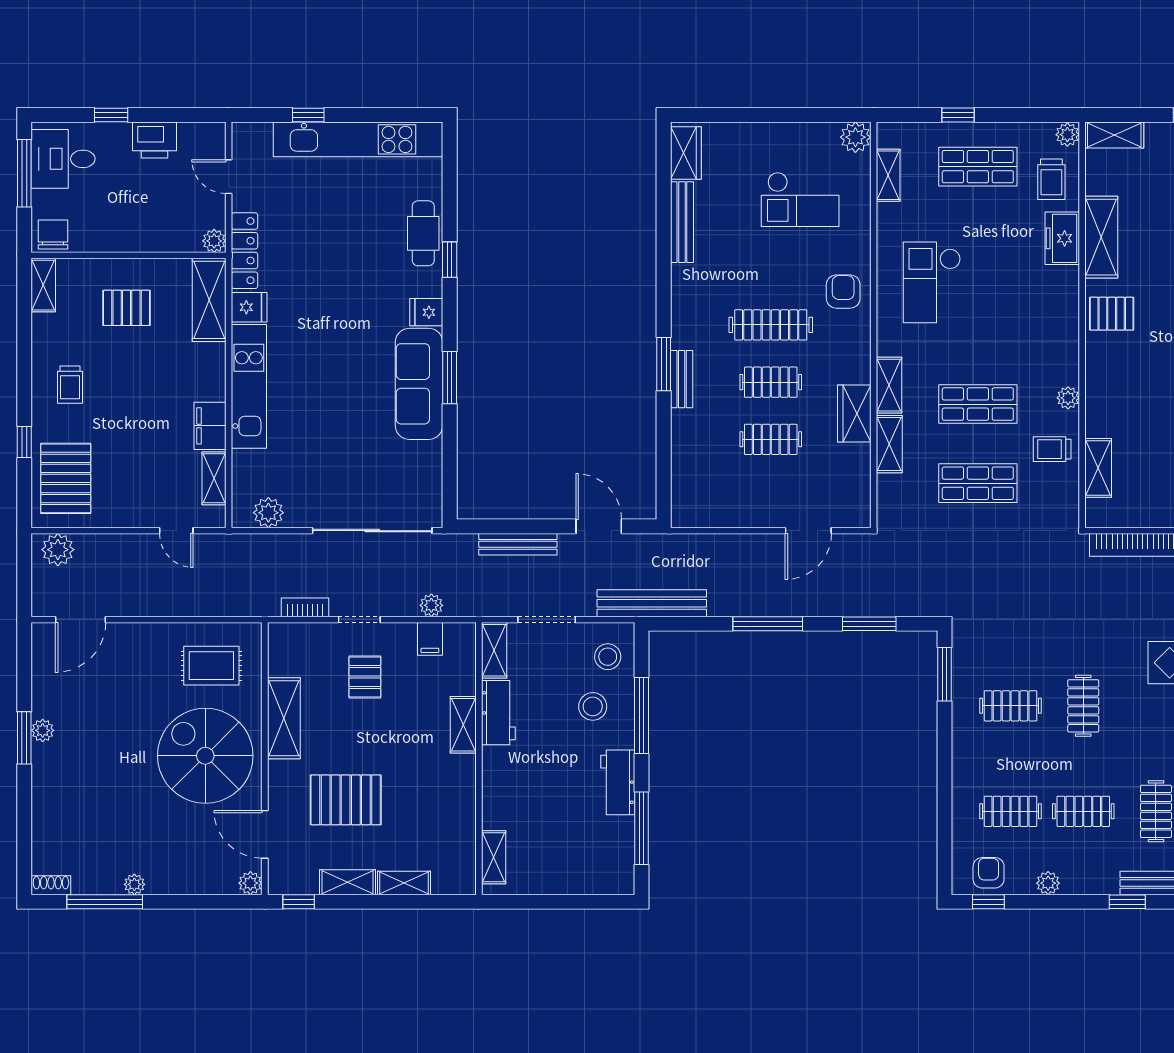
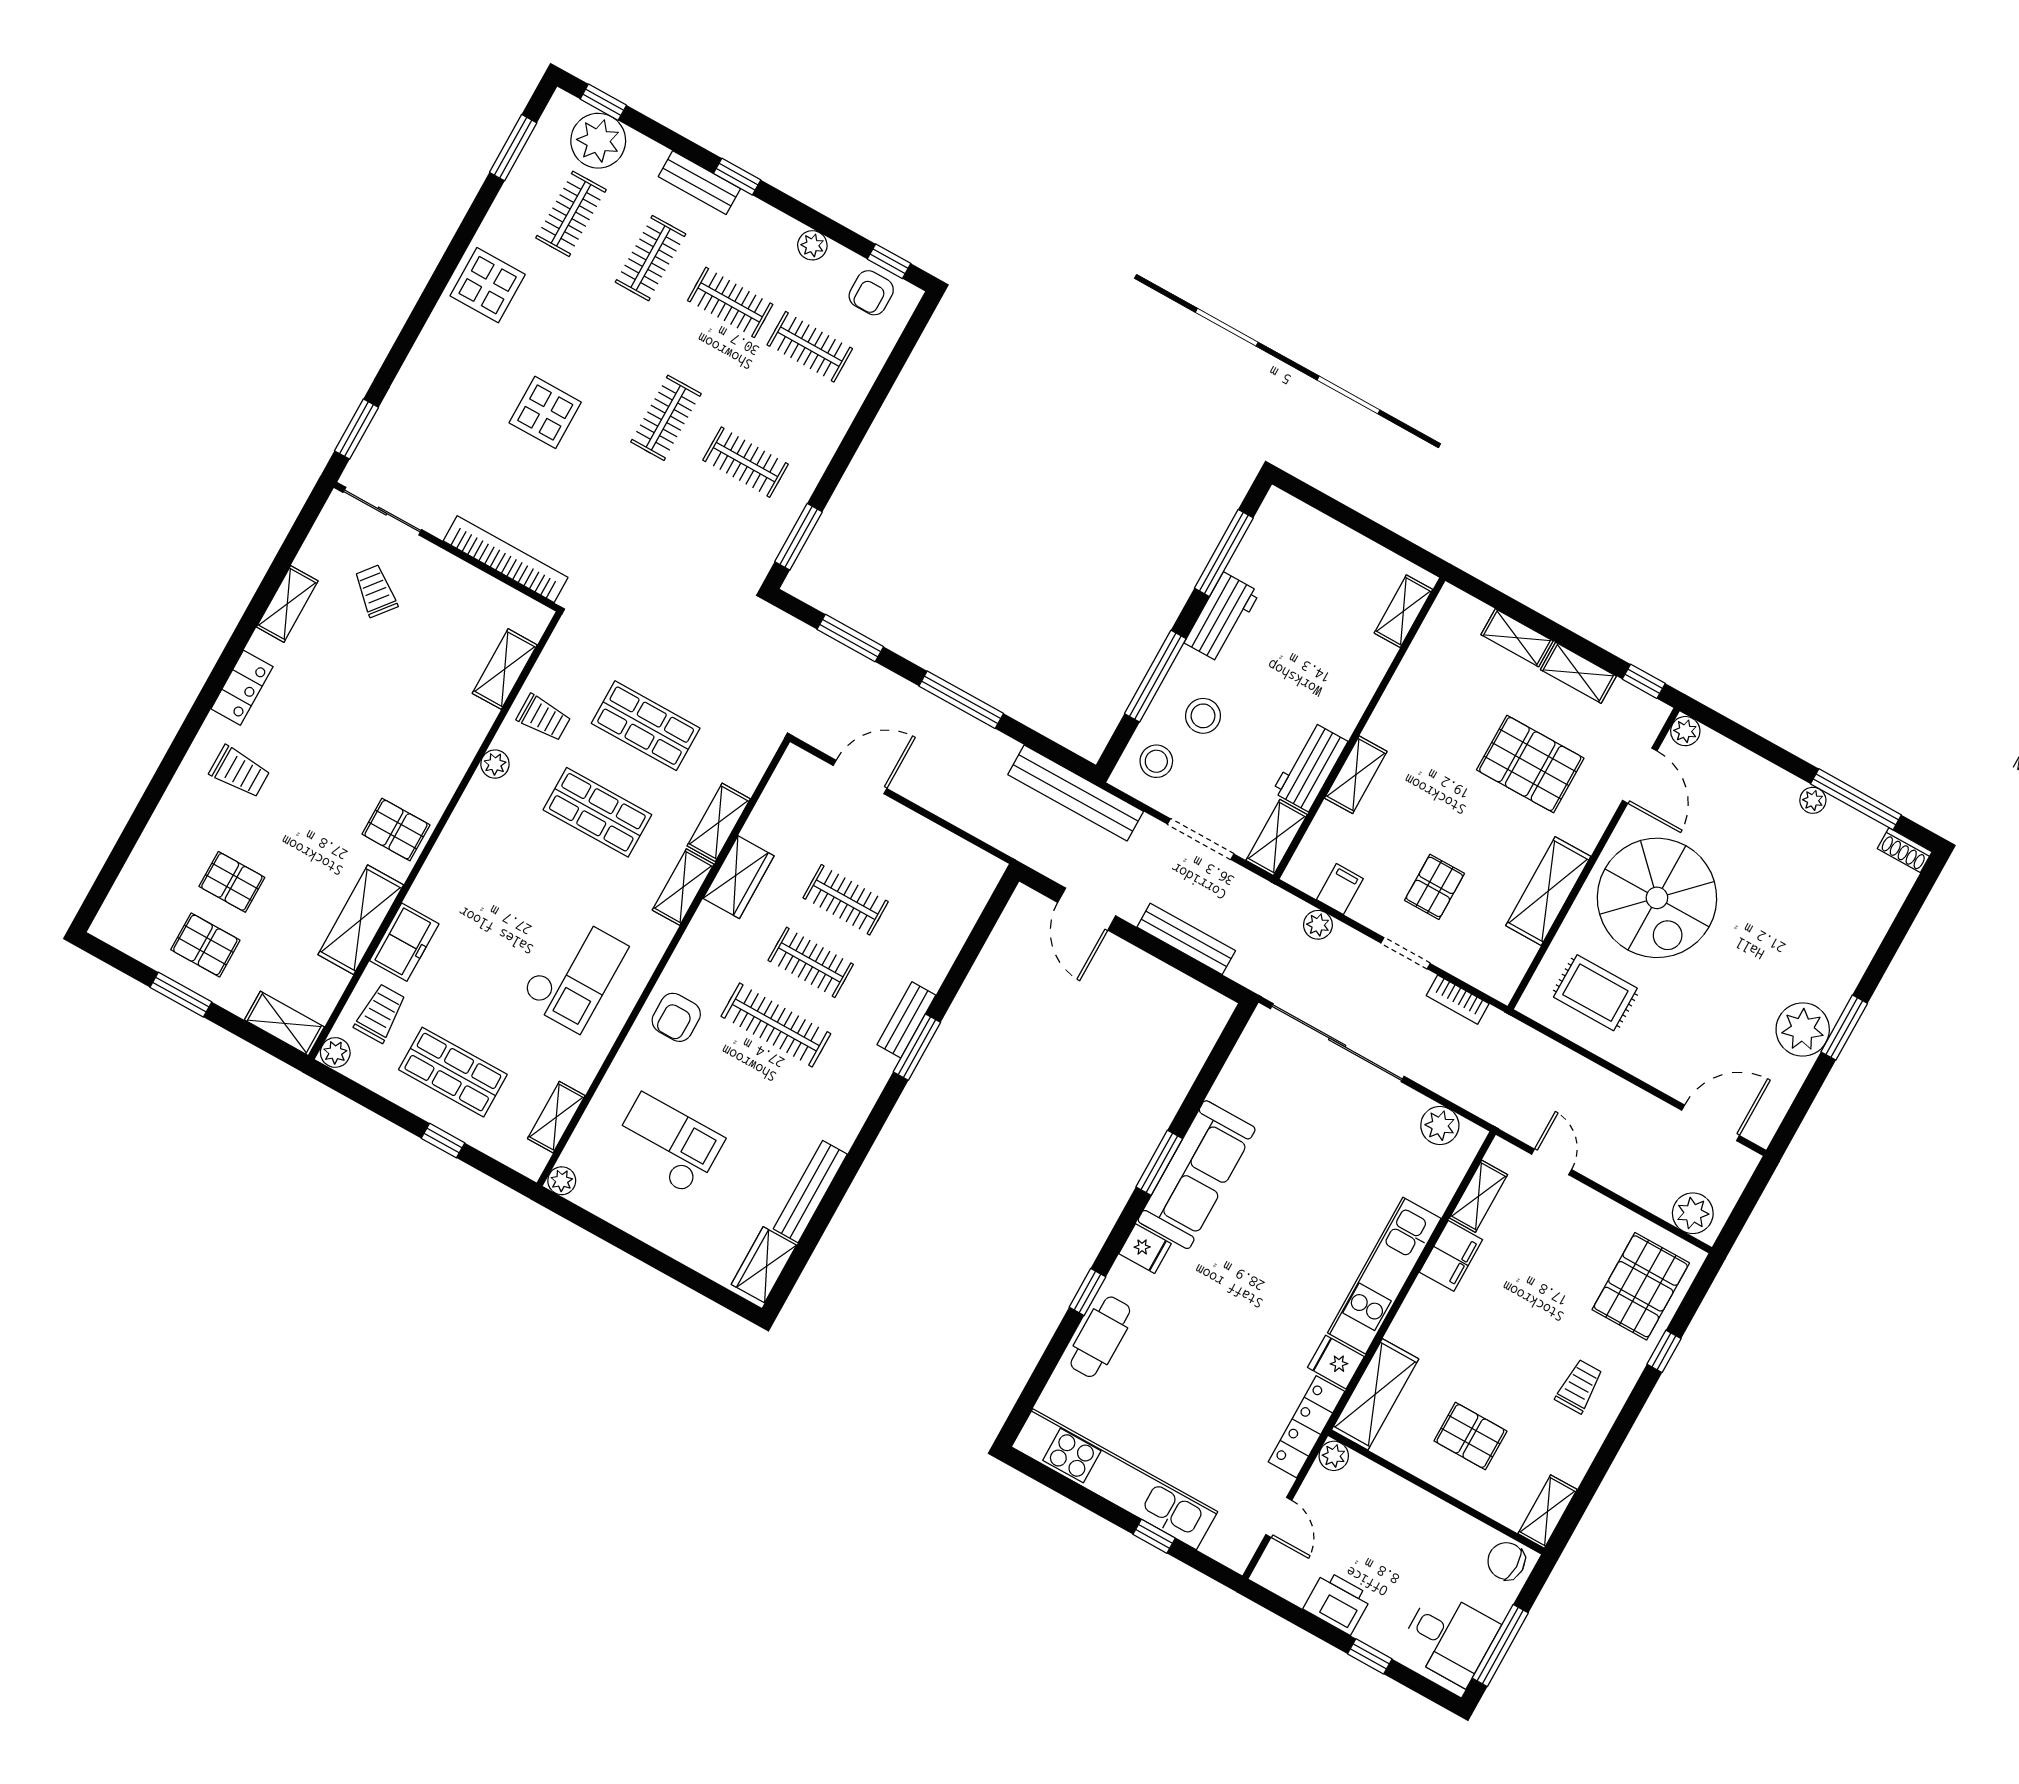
plant: (855, 137) -> (562, 1181), width x0.73, depth x0.73
chair: (53, 235) -> (1506, 1561), turned 90
plant: (43, 730) -> (1803, 1029), width x1.88, depth x1.88

